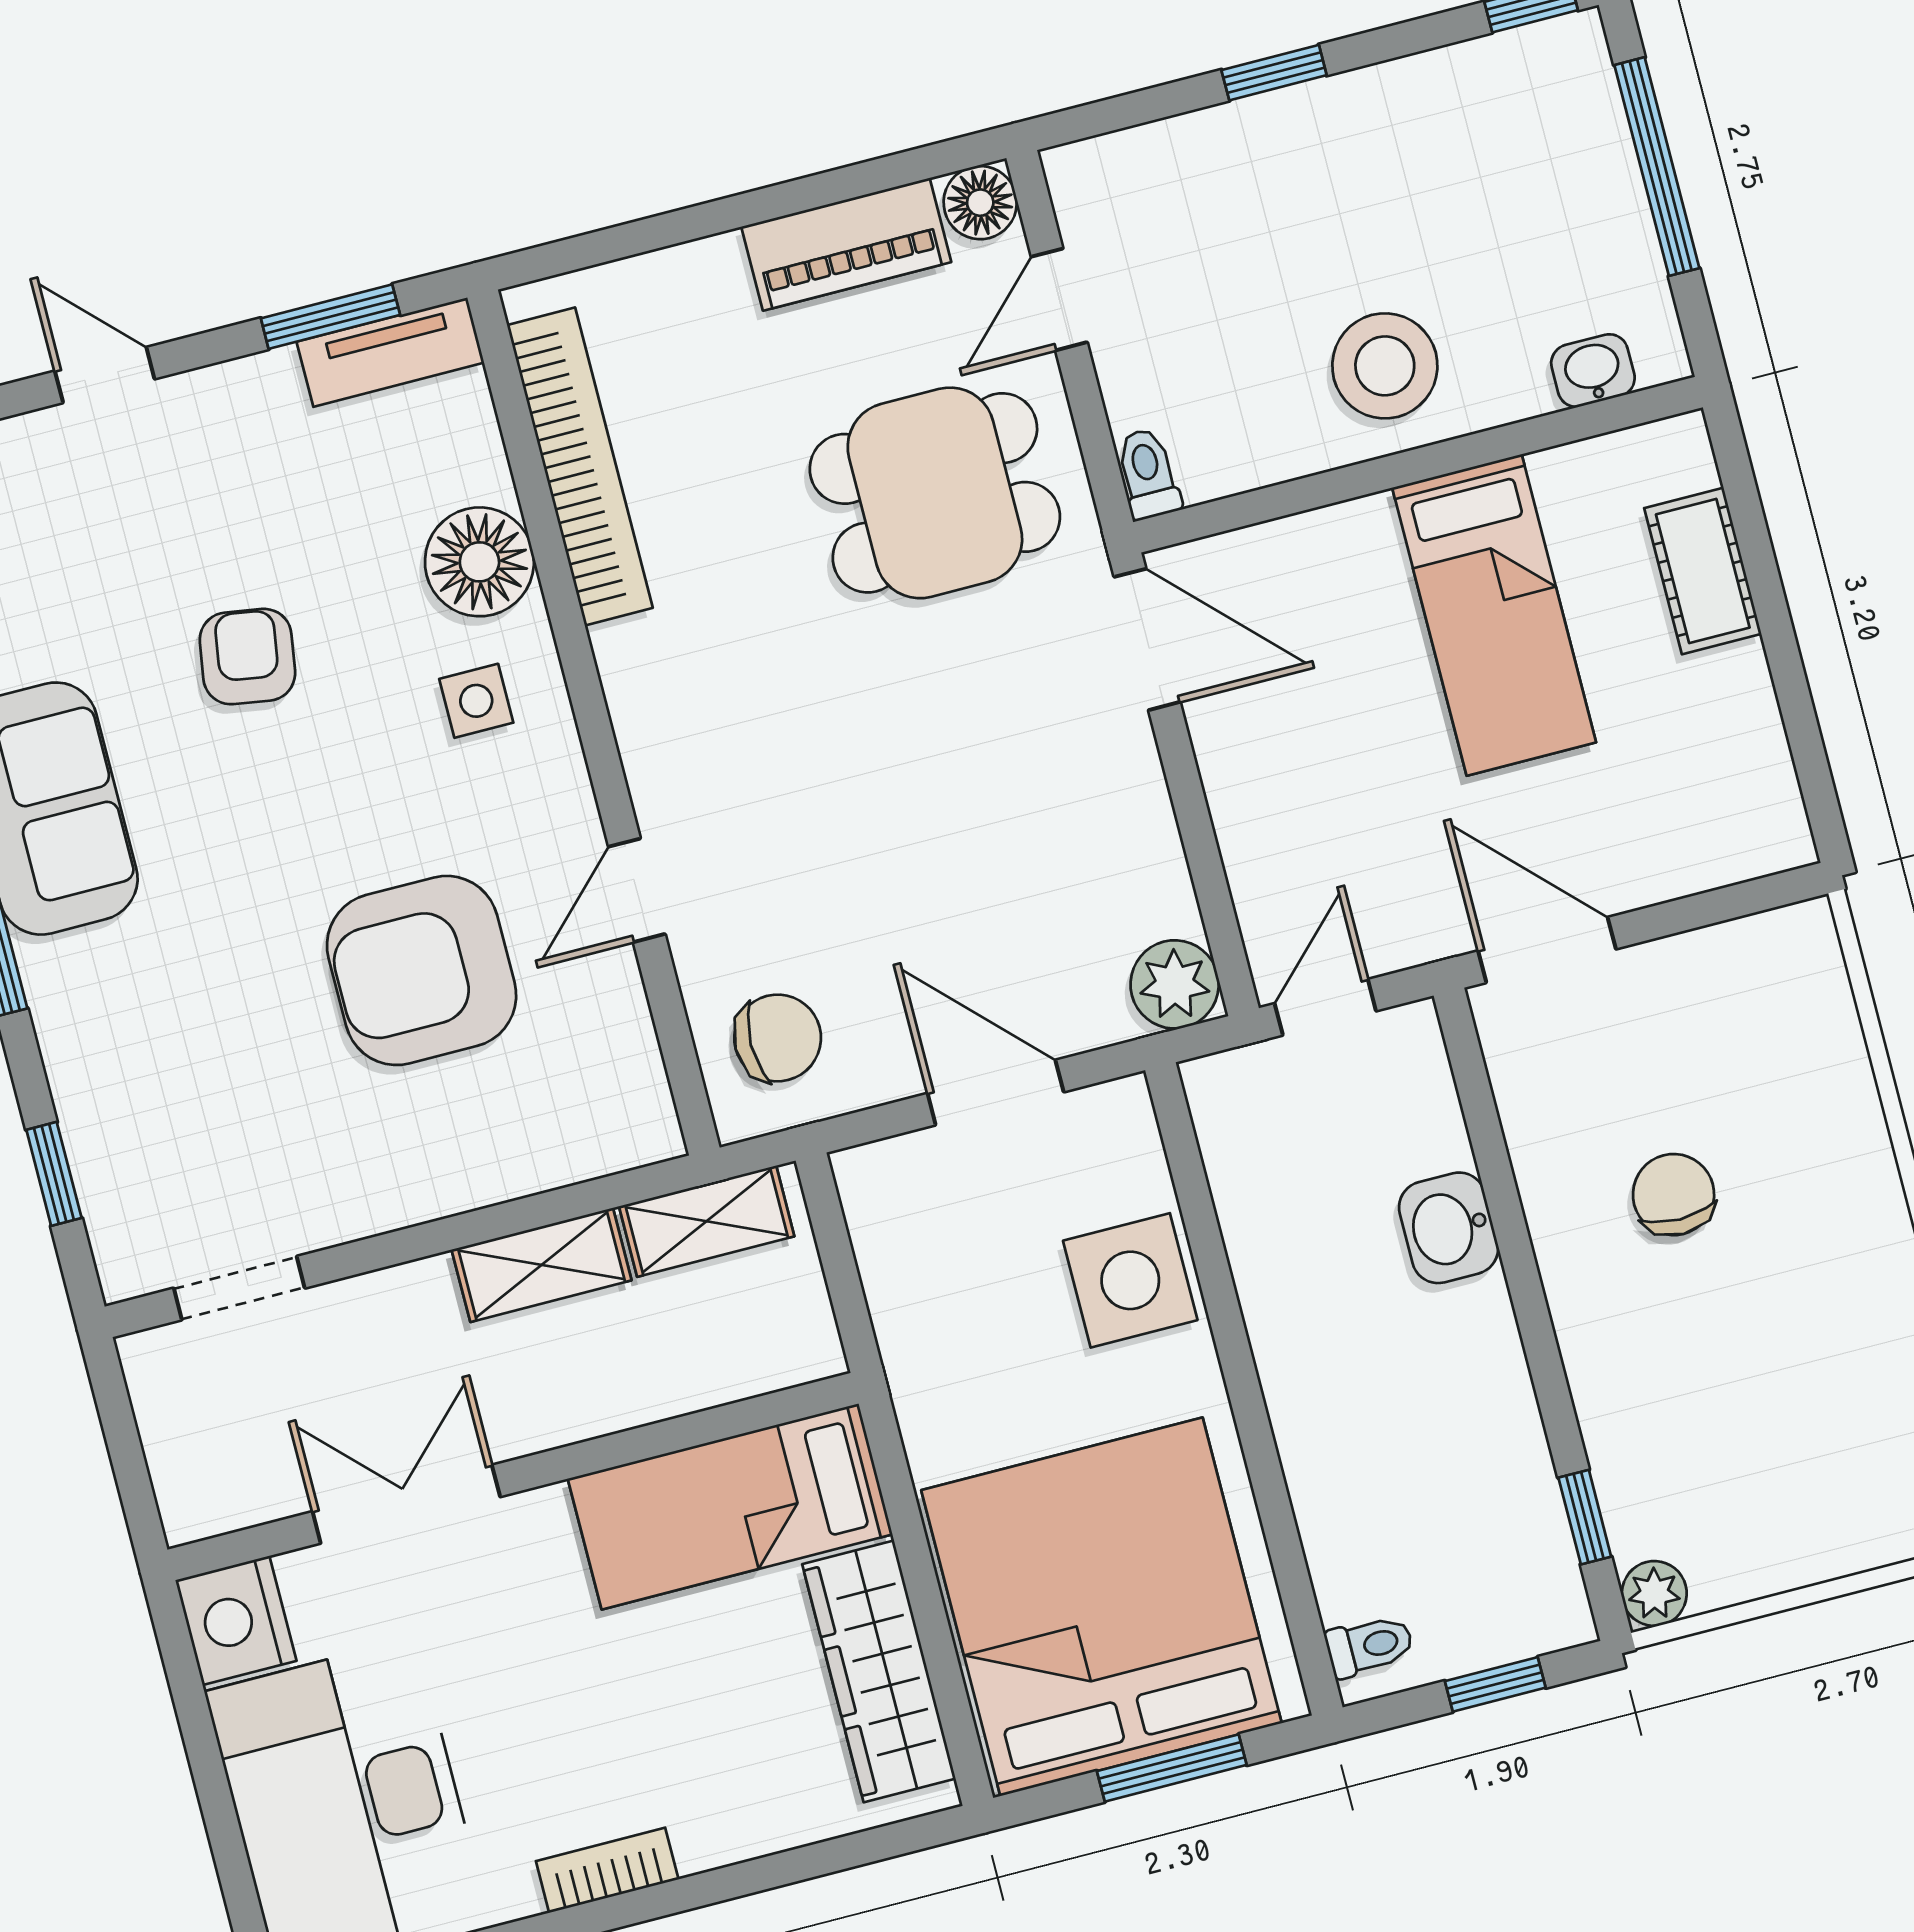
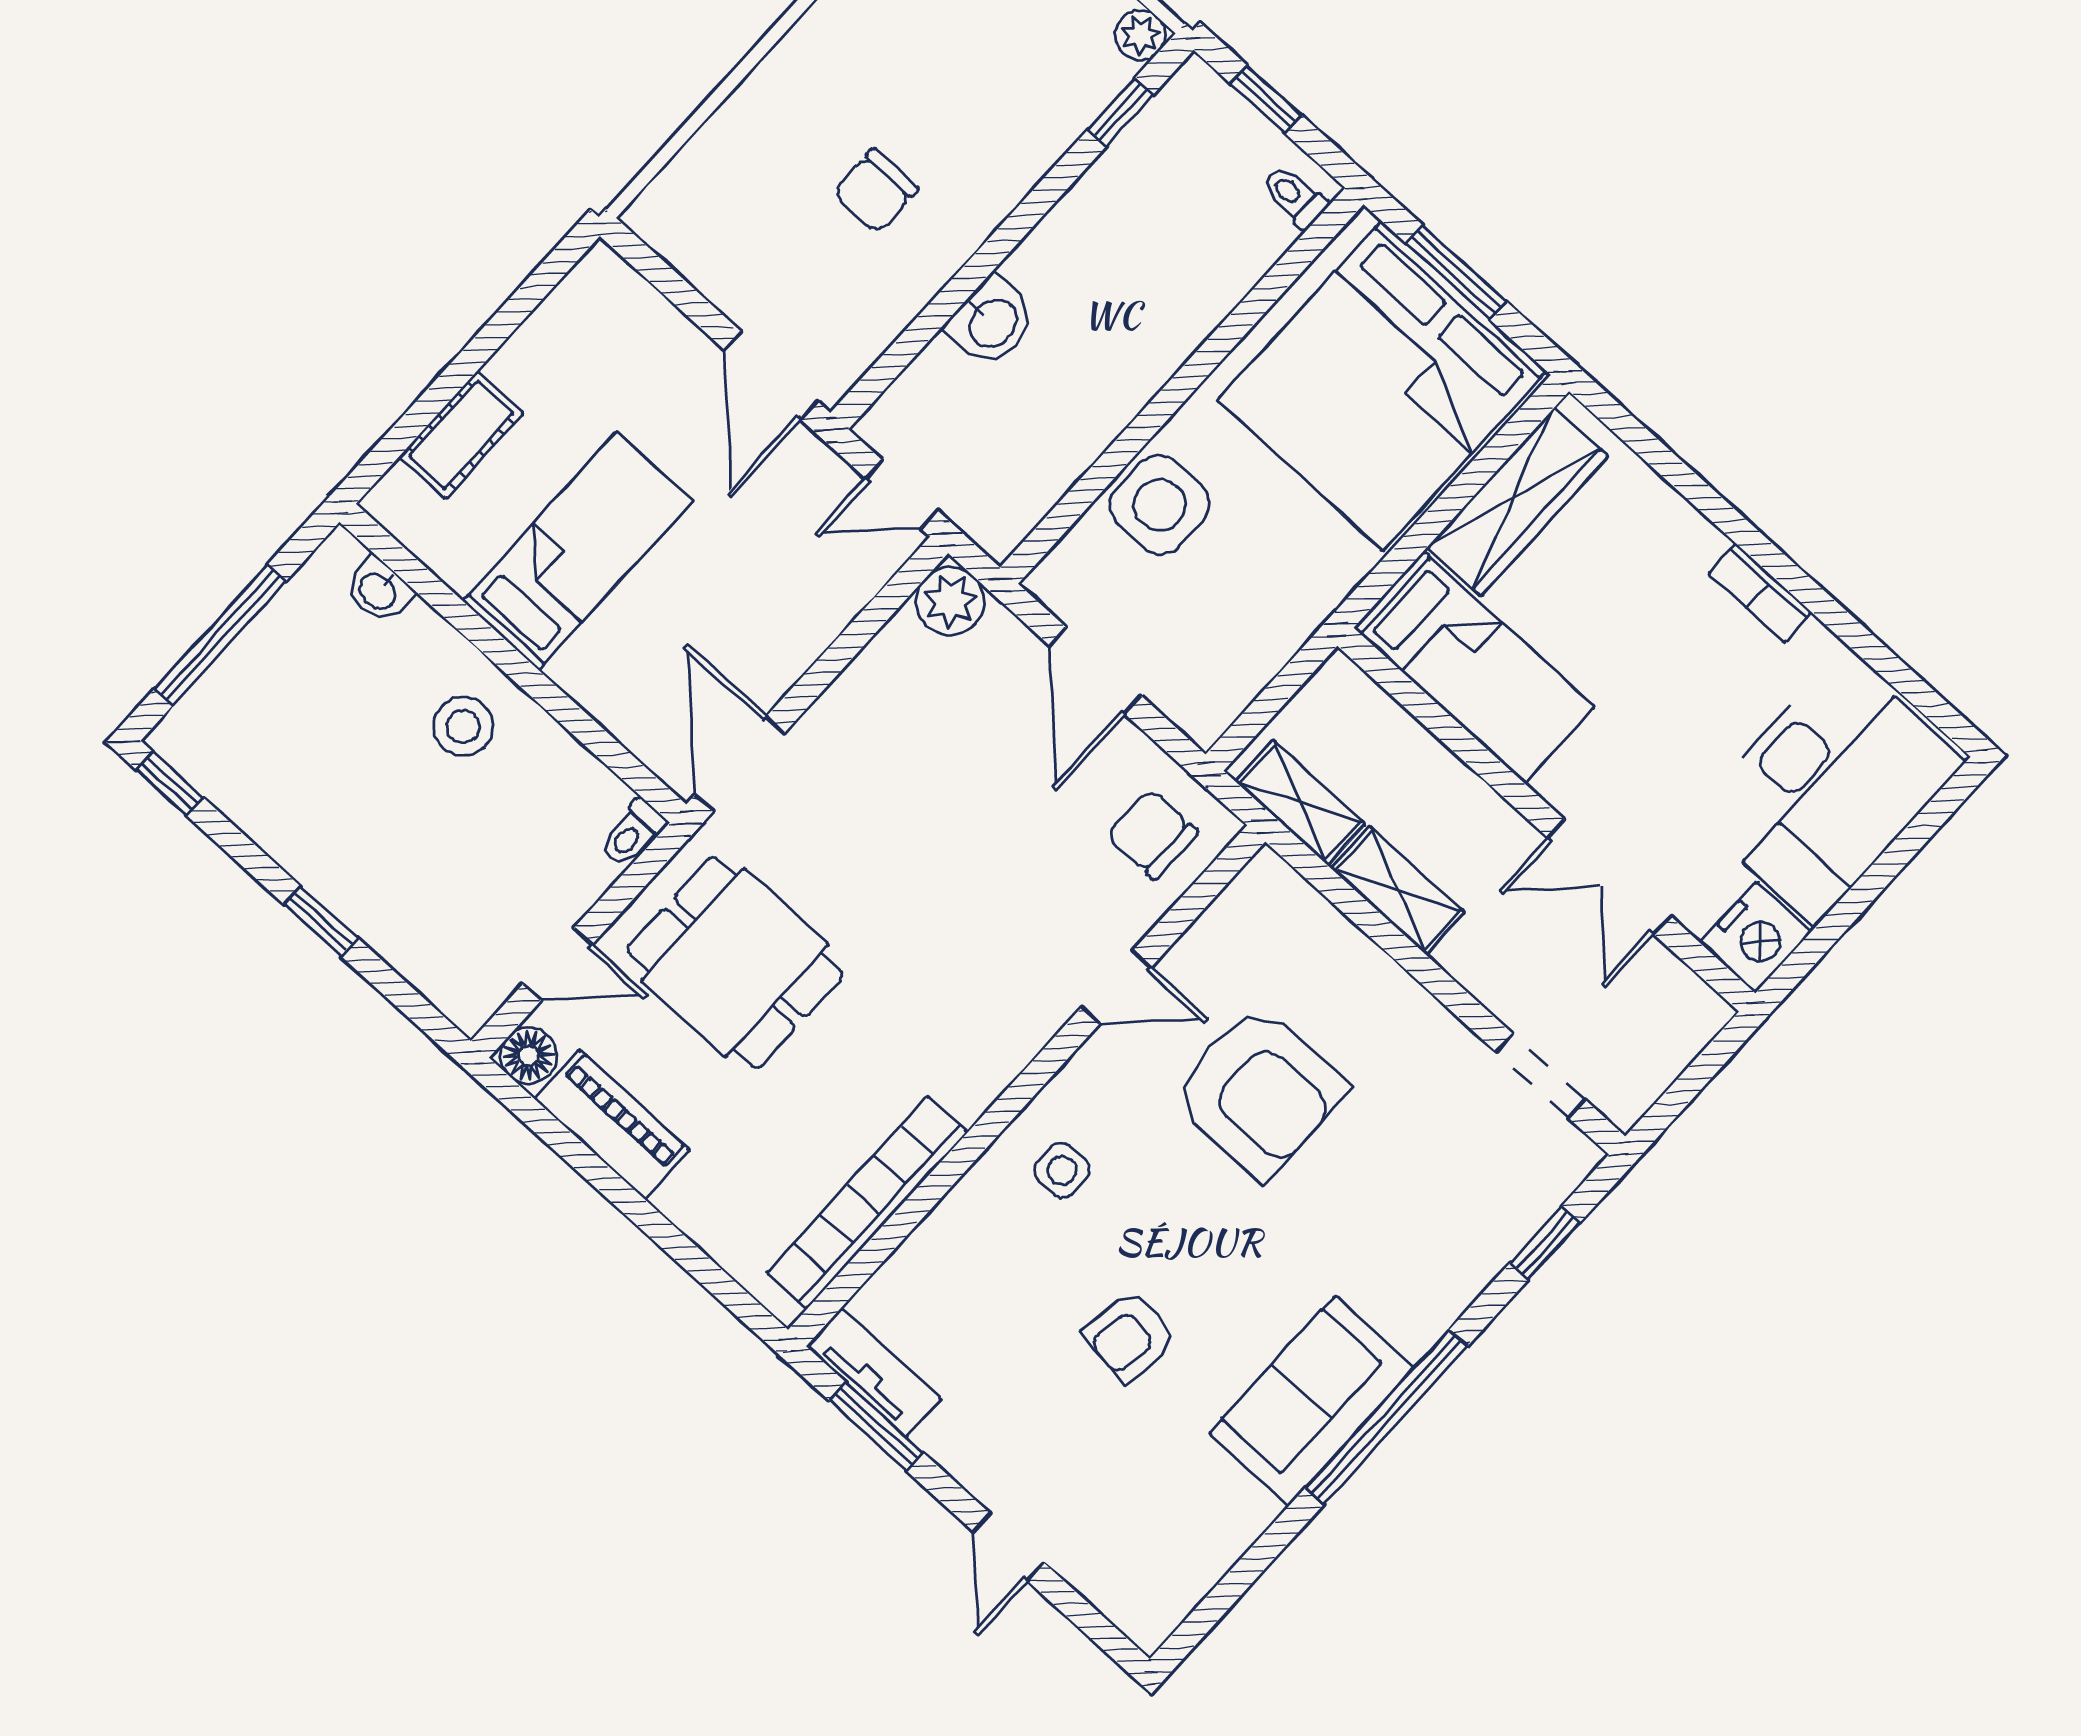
stool: (1385, 366) -> (463, 726), width x0.73, depth x0.73
floor lamp: (479, 562) -> (971, 1227), removed

